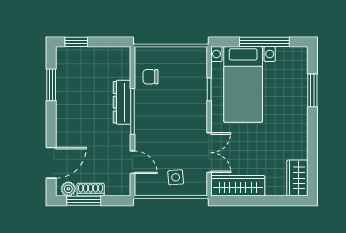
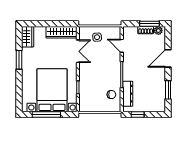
window: (76, 42) -> (138, 114), moved
bed with nightstands: (243, 84) -> (52, 90), width x1.36
window: (312, 90) -> (19, 60), moved
dresser: (122, 102) -> (128, 94), moved
double door: (209, 153) -> (78, 51), swing flipped
door: (51, 163) -> (168, 58), moved

